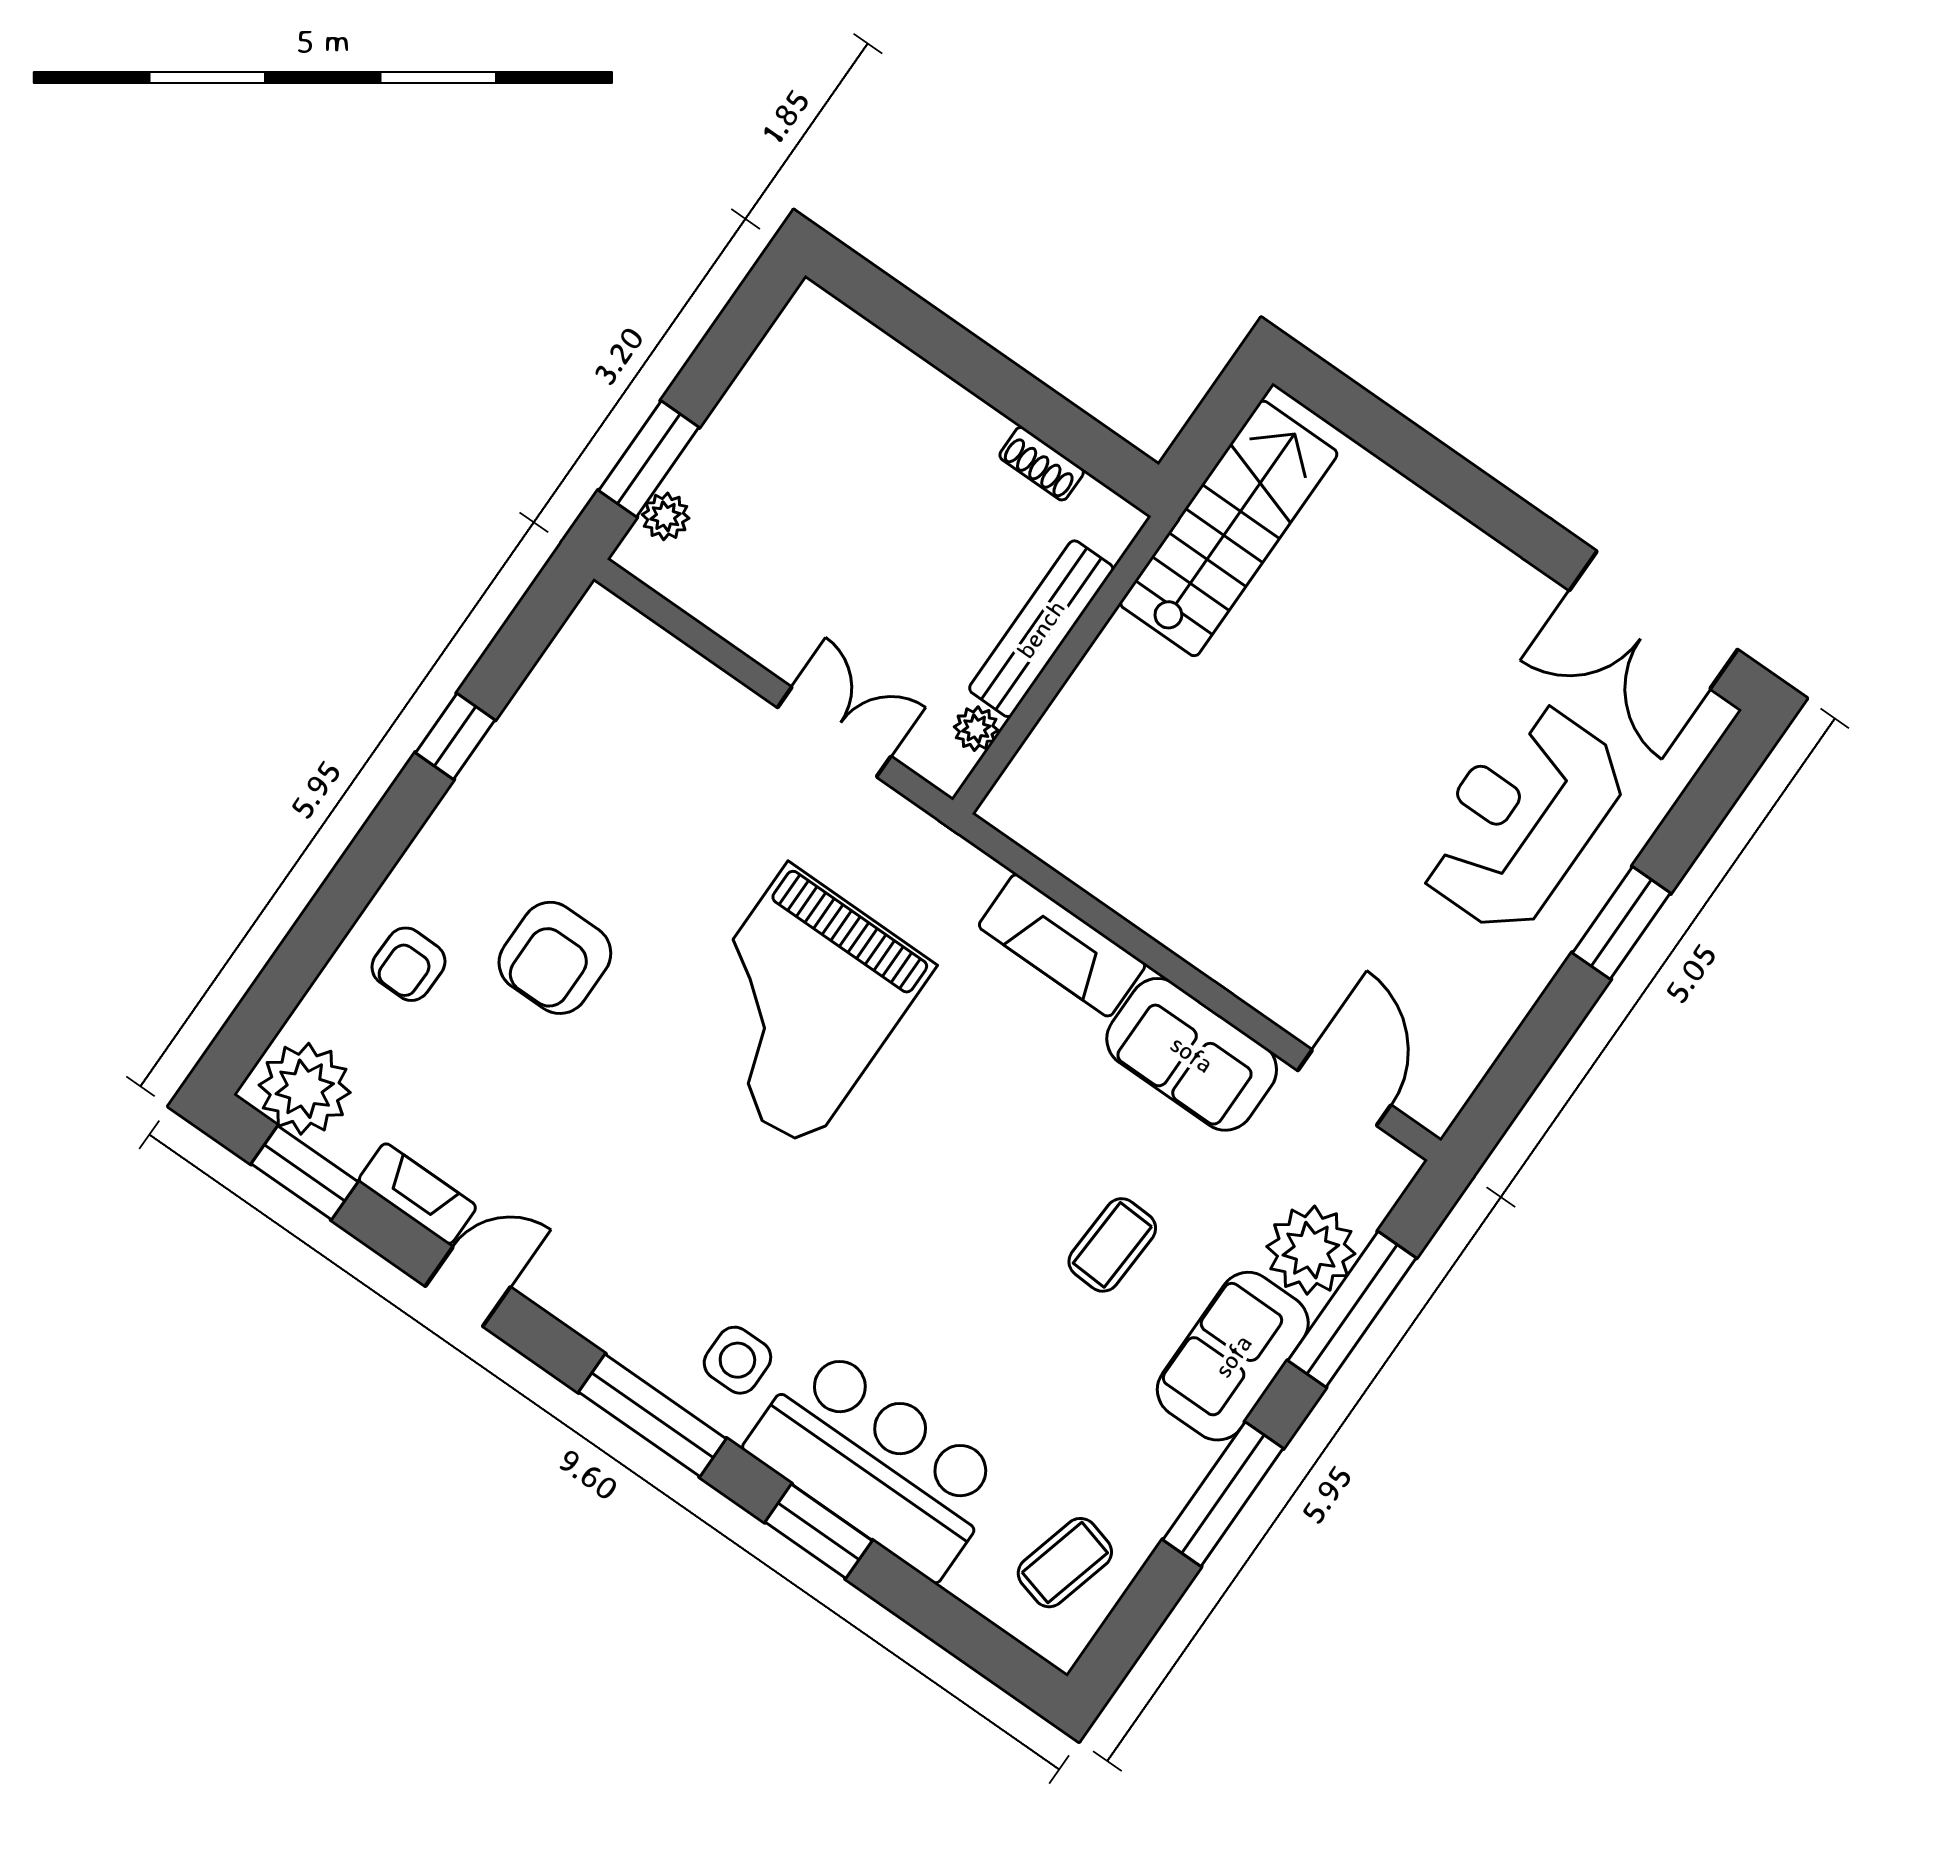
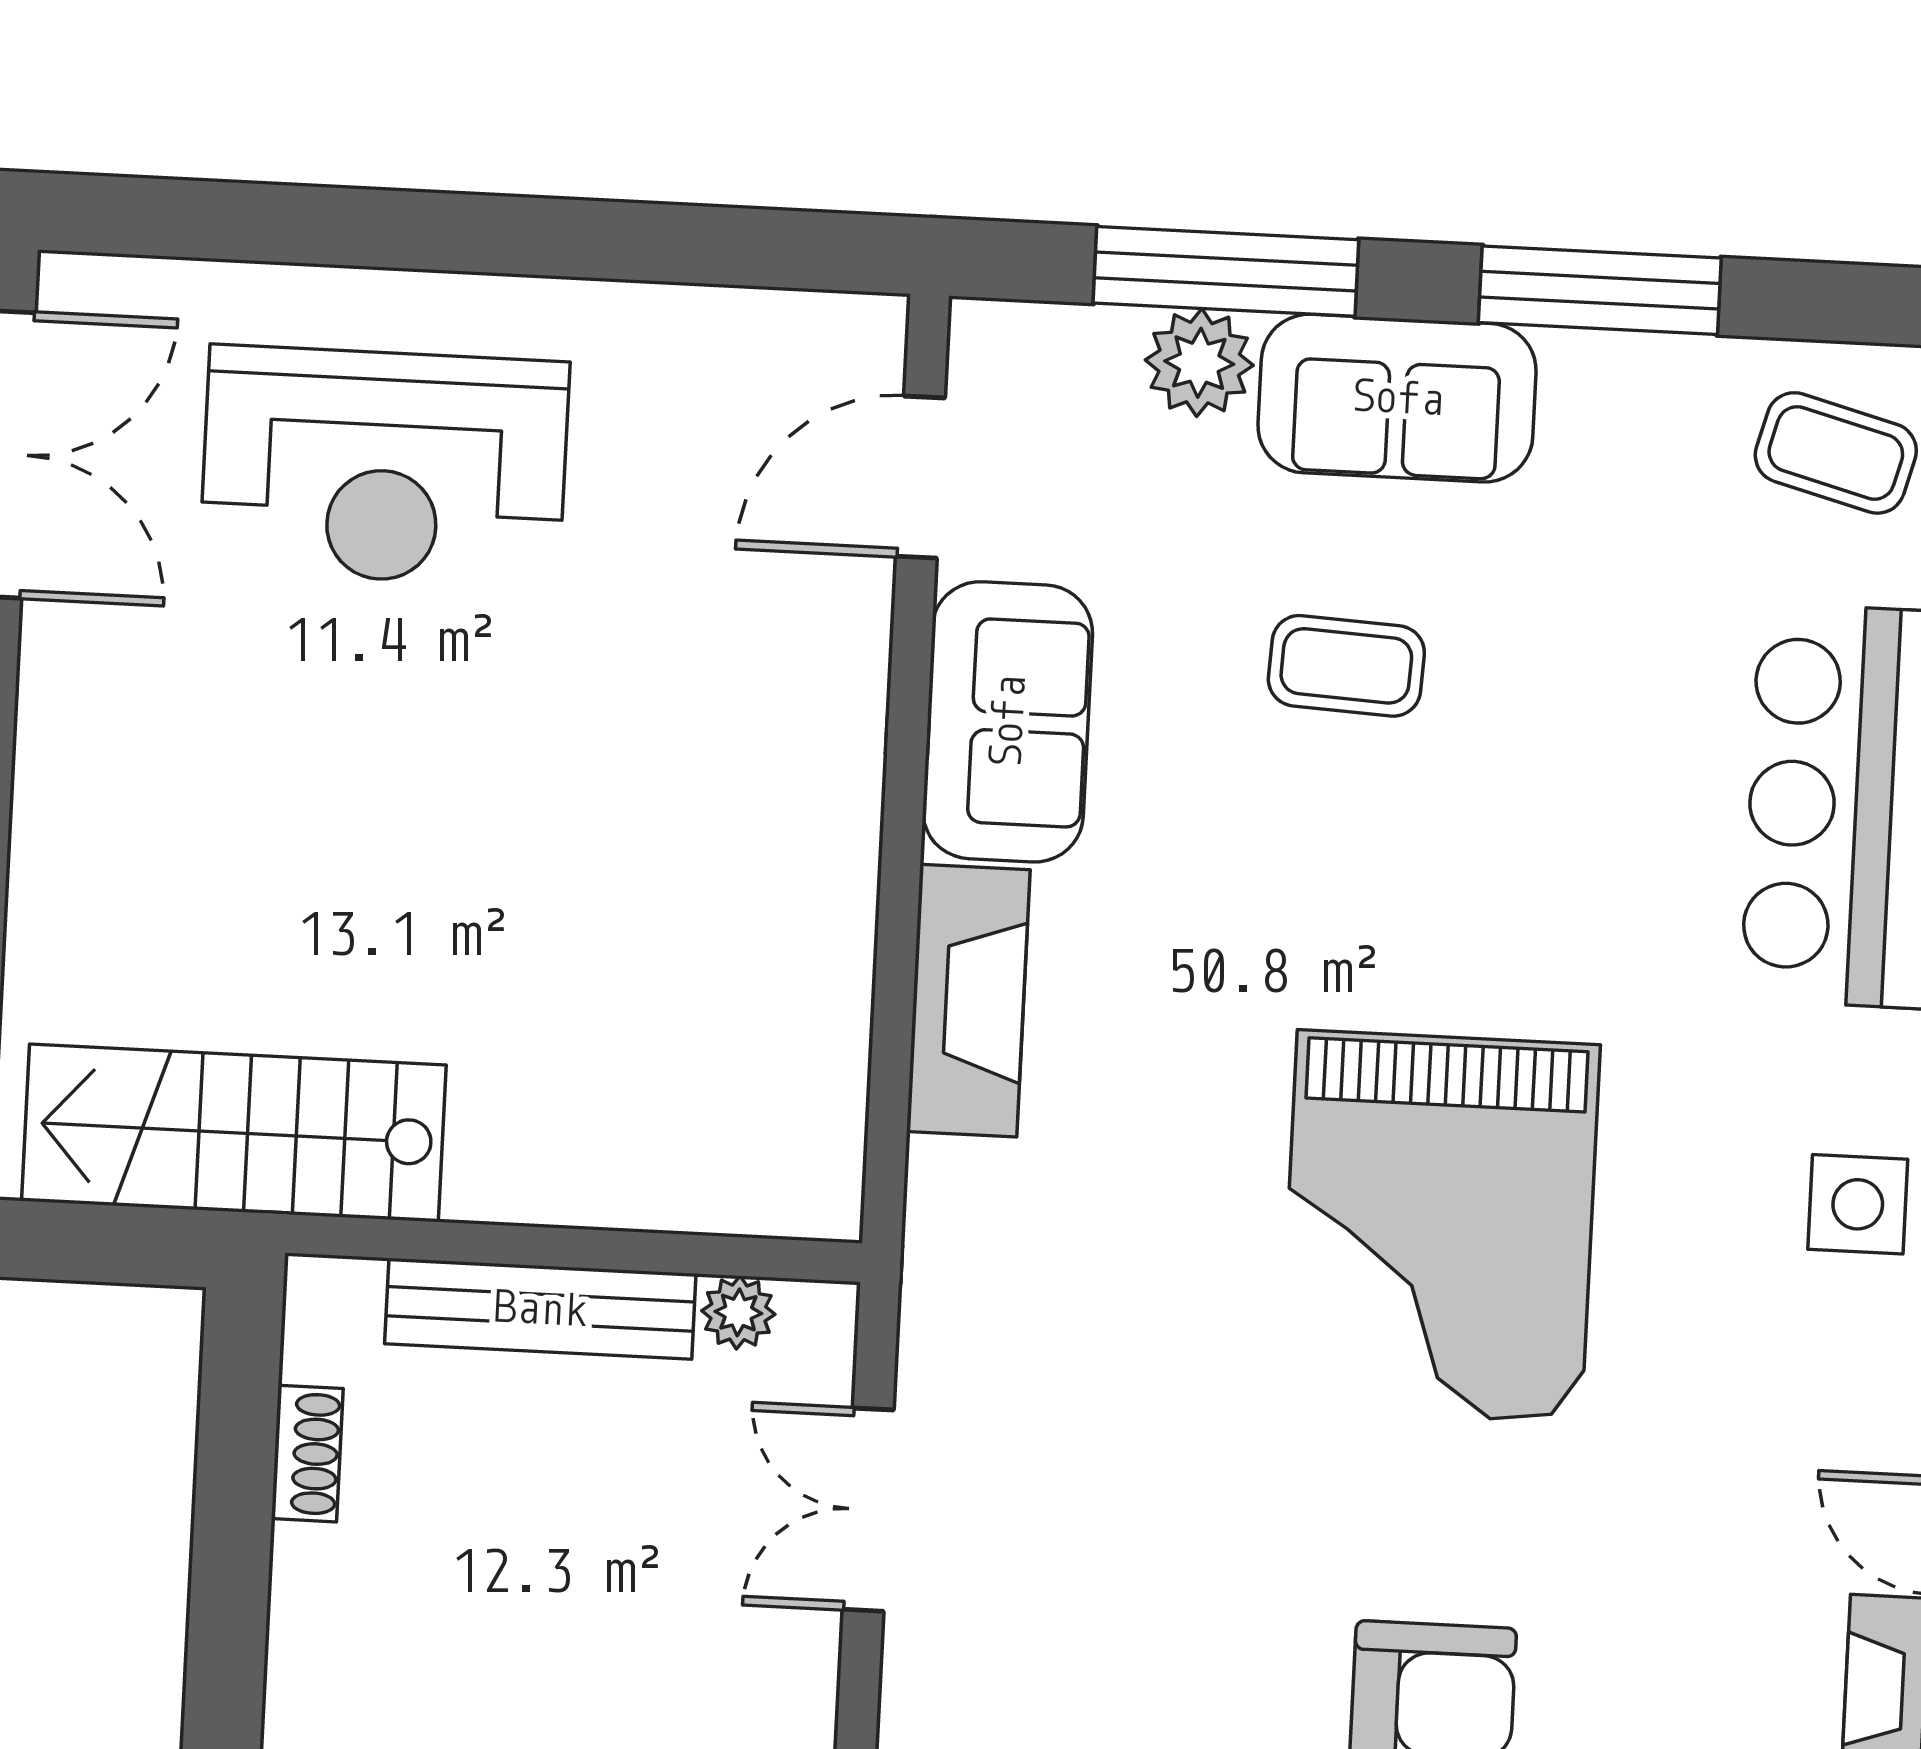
window: (1621, 923) -> (444, 232), removed
grand piano: (798, 1006) -> (1439, 1226), moved, turned 90
plant: (1311, 1250) -> (1199, 363), width x0.73, depth x0.73
side table: (737, 1360) -> (1858, 1204), moved

